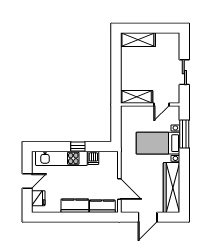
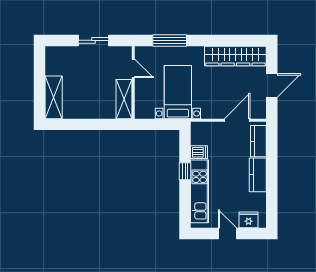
bed with nightstands: (158, 143) -> (178, 92), moved, turned 180
door: (148, 217) -> (272, 85), hinge flipped

